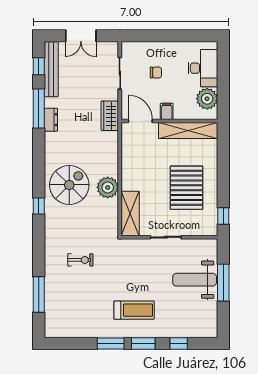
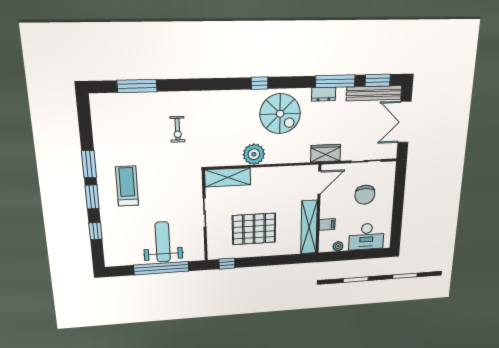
double door: (81, 36) -> (404, 122), width x1.37
window: (39, 66) -> (378, 80), width x1.50
chair: (156, 73) -> (365, 195), width x1.87, depth x1.87
plant: (207, 99) -> (338, 246), width x0.53, depth x0.53
filing cabinet: (167, 111) -> (327, 224), moved
spiral stairs: (69, 185) -> (280, 114), moved
window: (39, 206) -> (260, 83), moved
window: (223, 283) -> (161, 268), width x1.46
treadmill: (134, 310) -> (127, 186), turned 180

